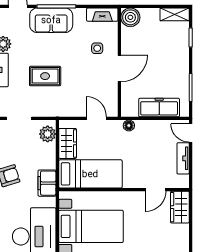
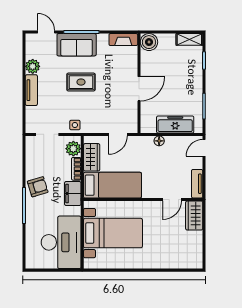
side table: (97, 48) -> (75, 125), moved
rug: (45, 76) -> (81, 82), moved
door: (96, 118) -> (118, 134), swing flipped
floor lamp: (129, 126) -> (159, 141), moved
door: (191, 133) -> (204, 148), hinge flipped
bookcase: (51, 156) -> (76, 169), added
tv unit: (183, 158) -> (197, 184), moved

